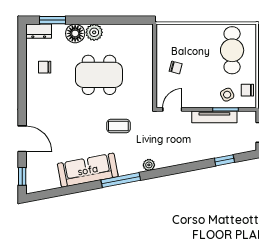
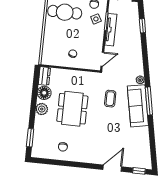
dresser: (39, 31) -> (44, 76), moved
floor lamp: (75, 33) -> (44, 93), moved
door: (172, 109) -> (102, 59), swing flipped
sofa: (88, 170) -> (138, 106), moved

